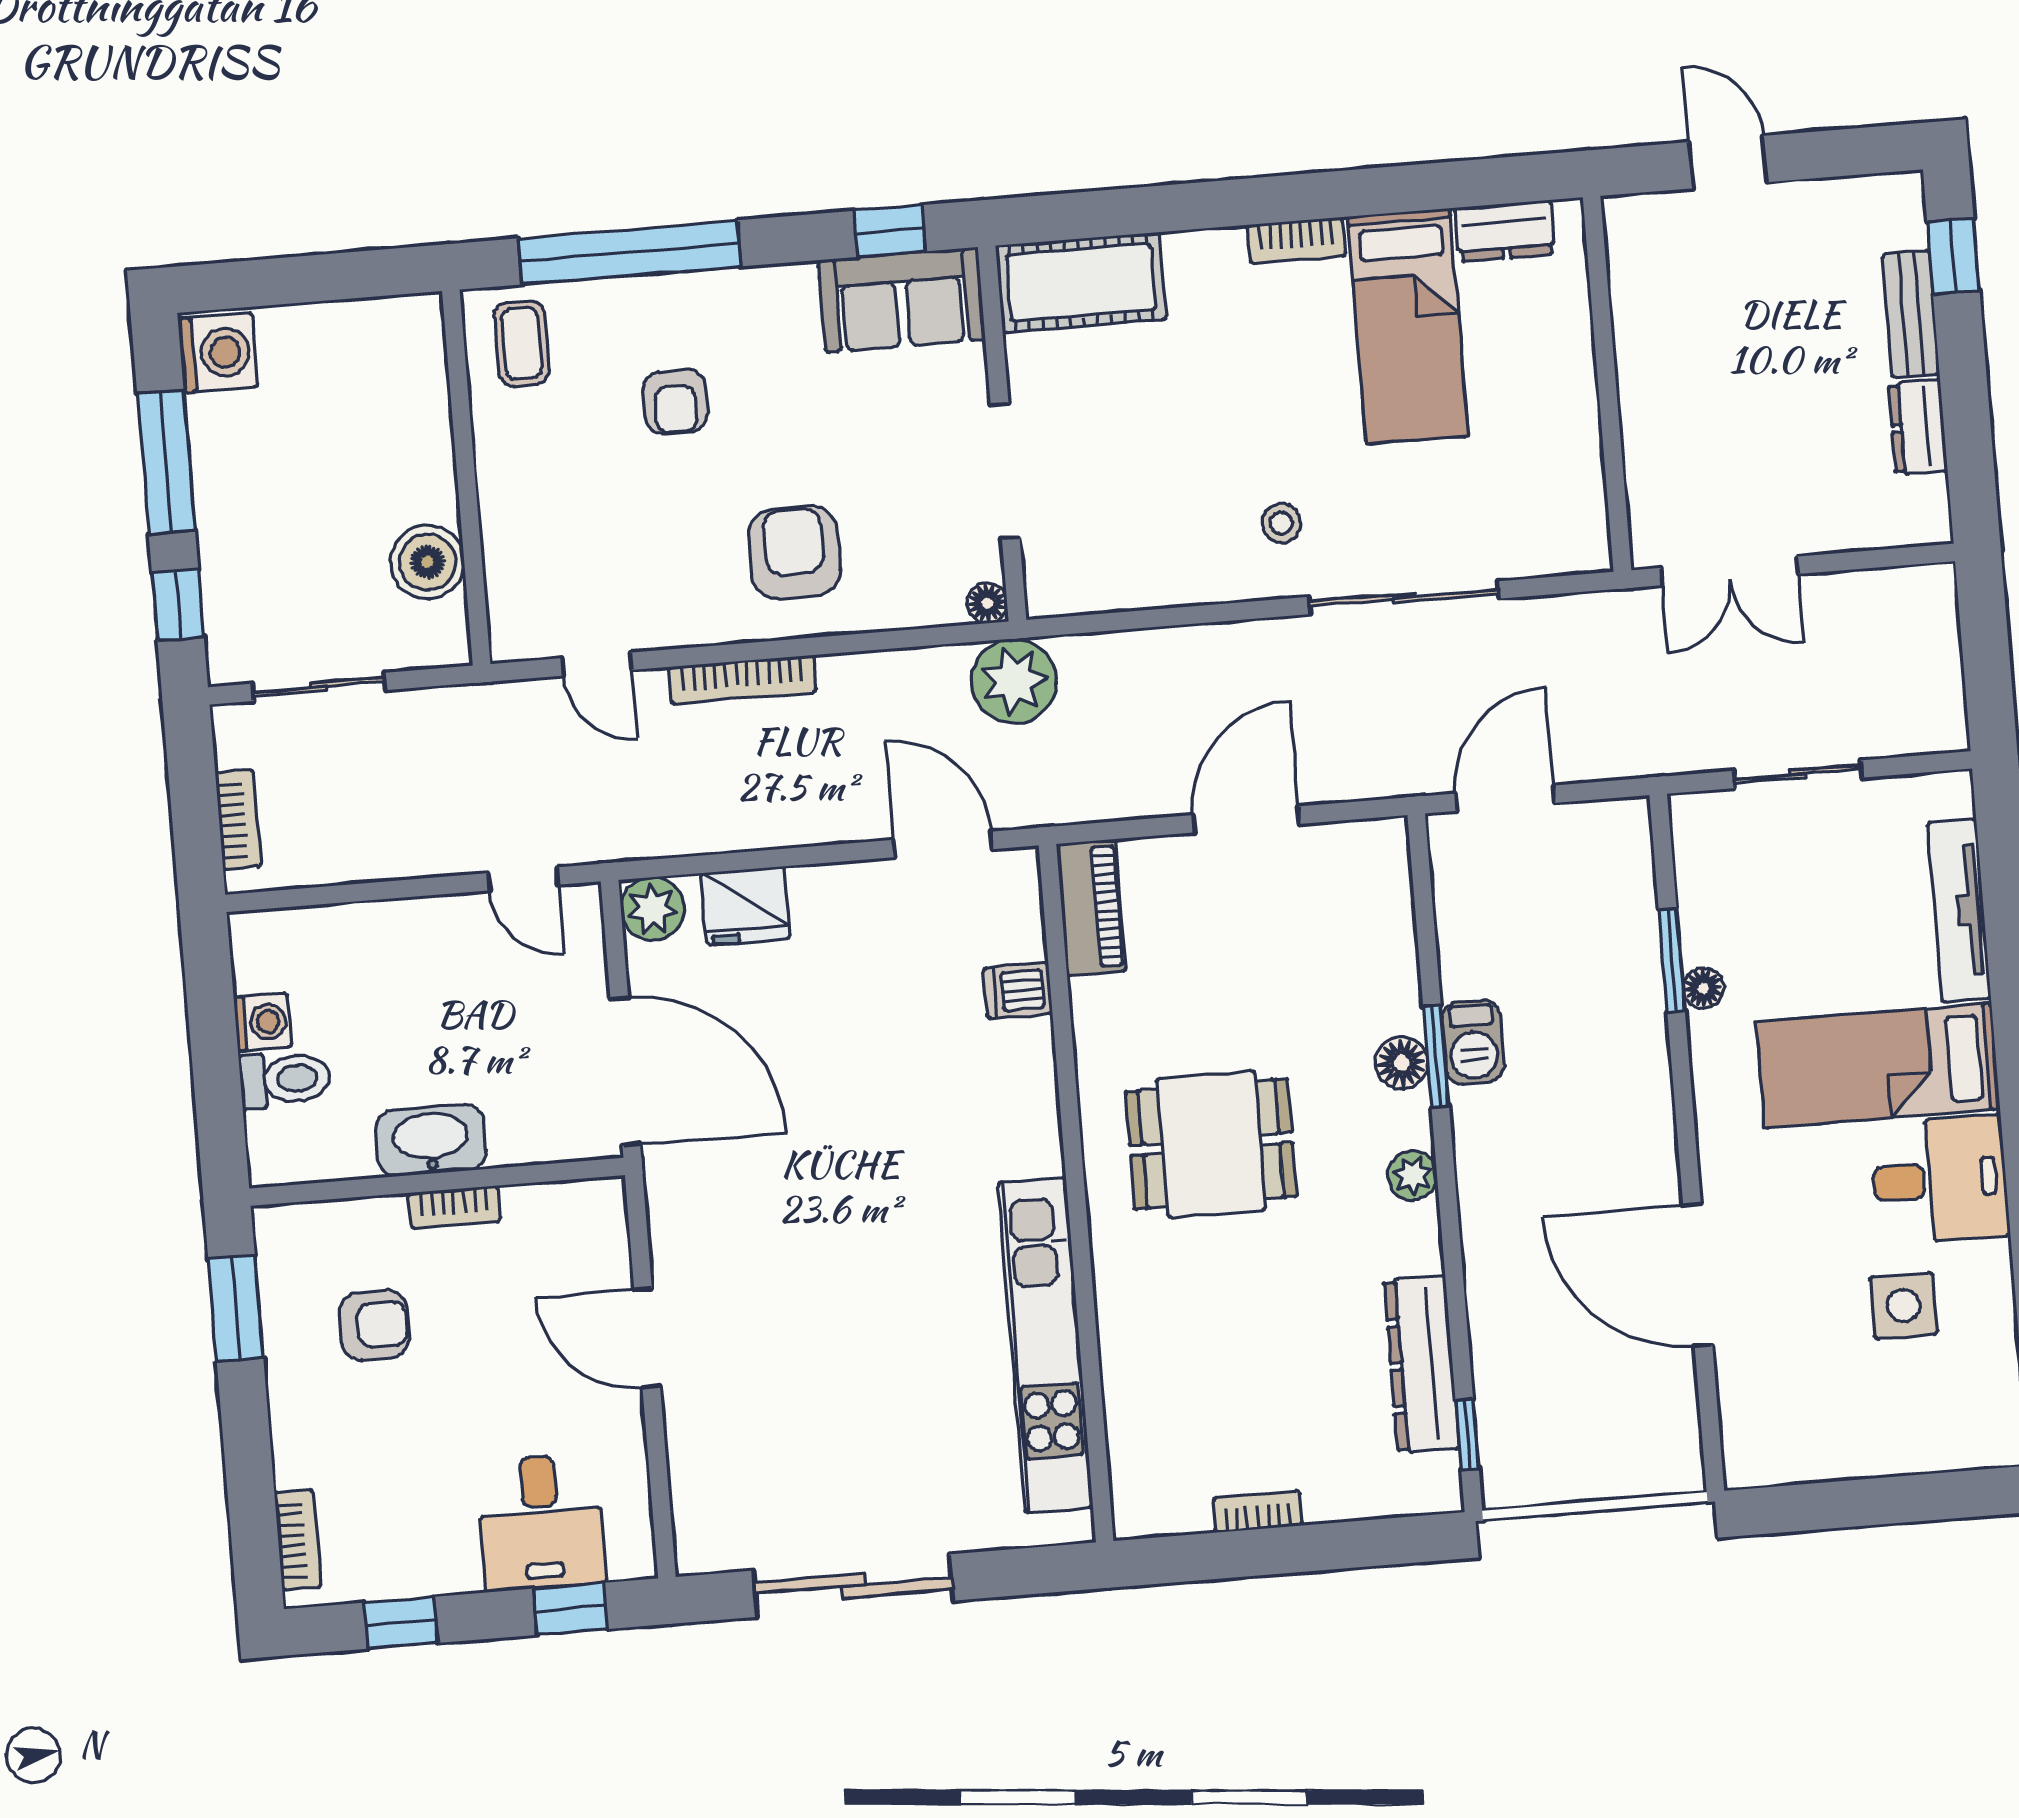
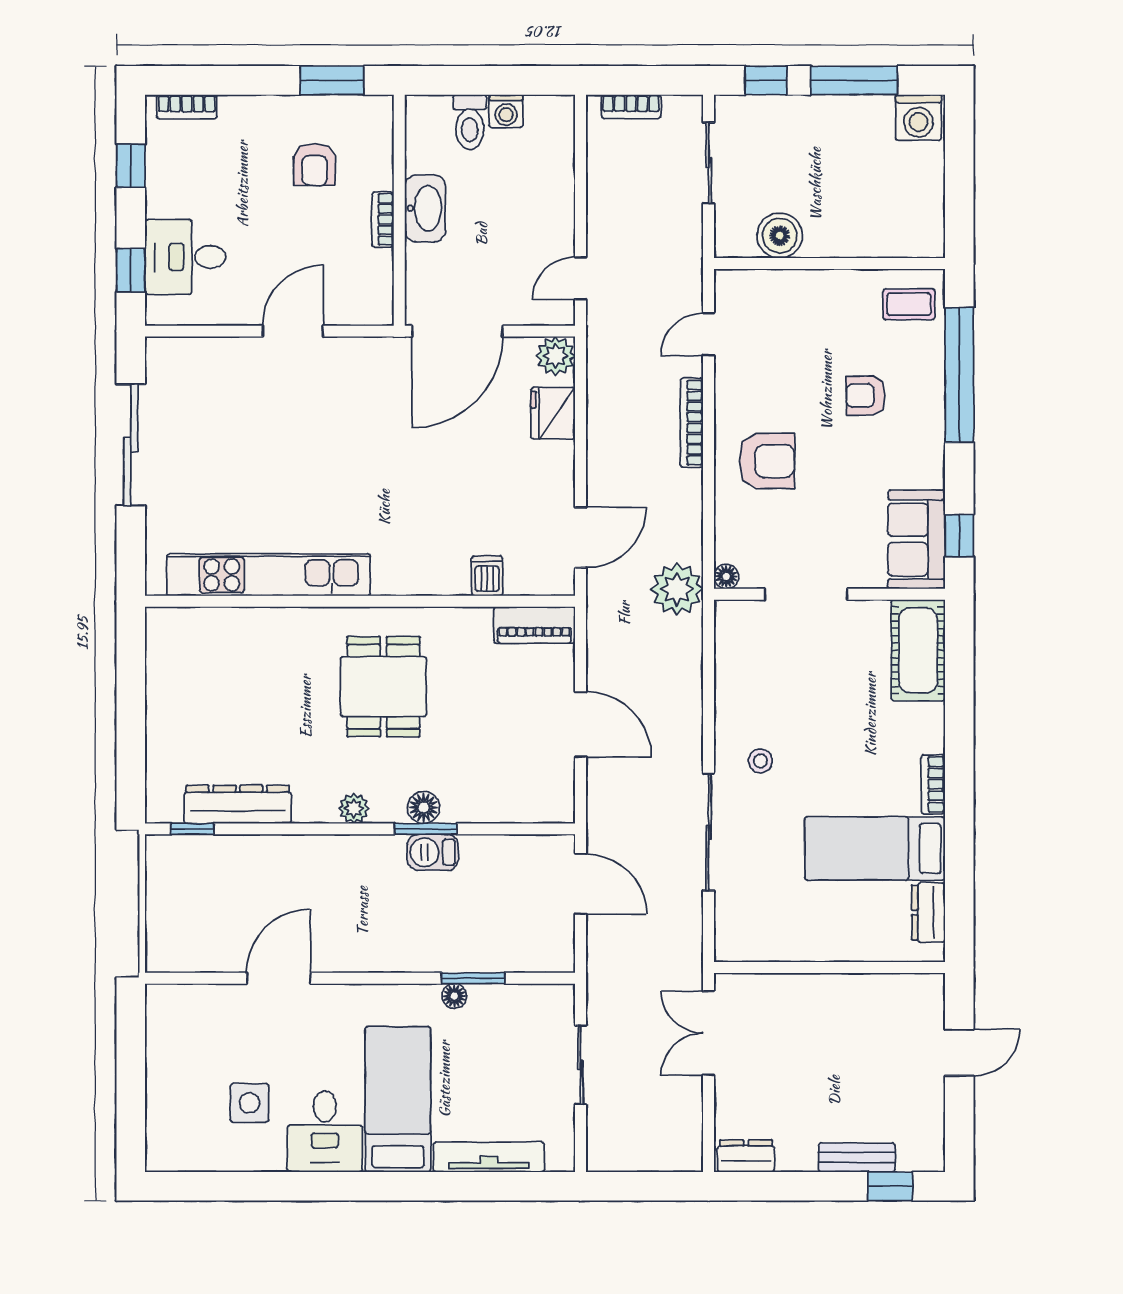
dresser: (1918, 427) -> (746, 1156), moved
door: (1698, 1275) -> (279, 978), width x0.73
bookcase: (1258, 1512) -> (156, 696), removed

